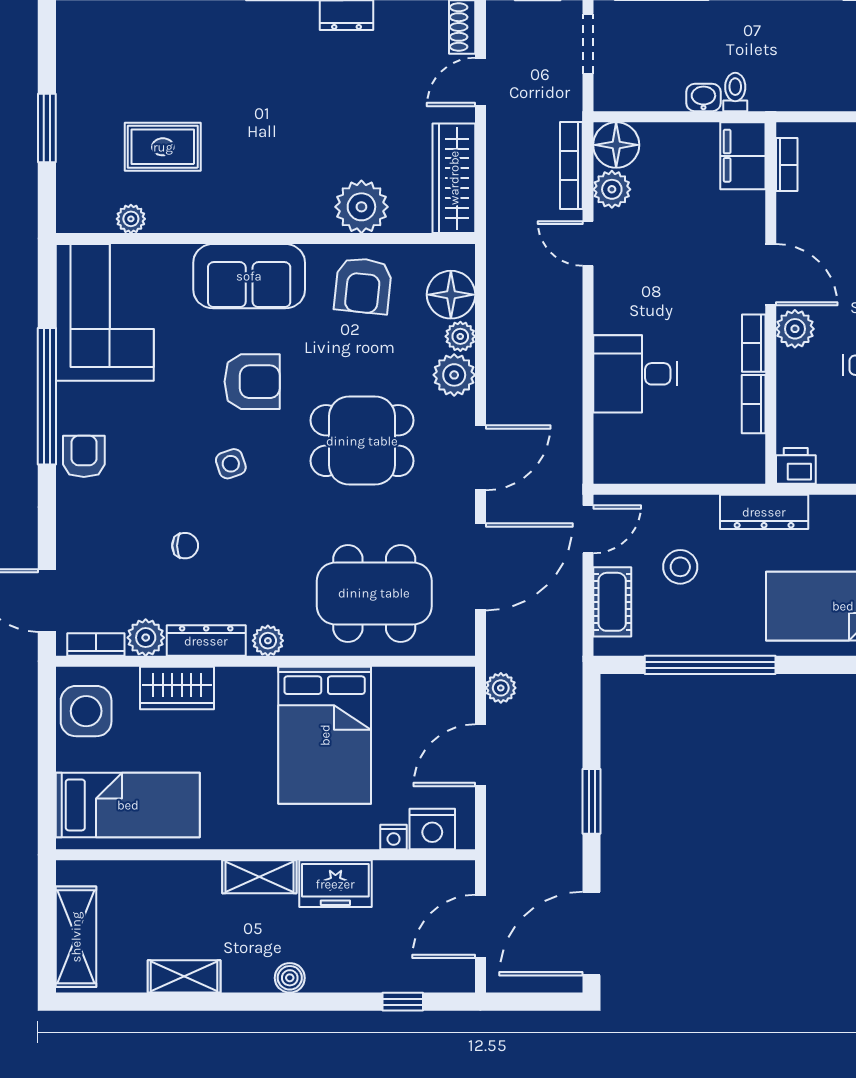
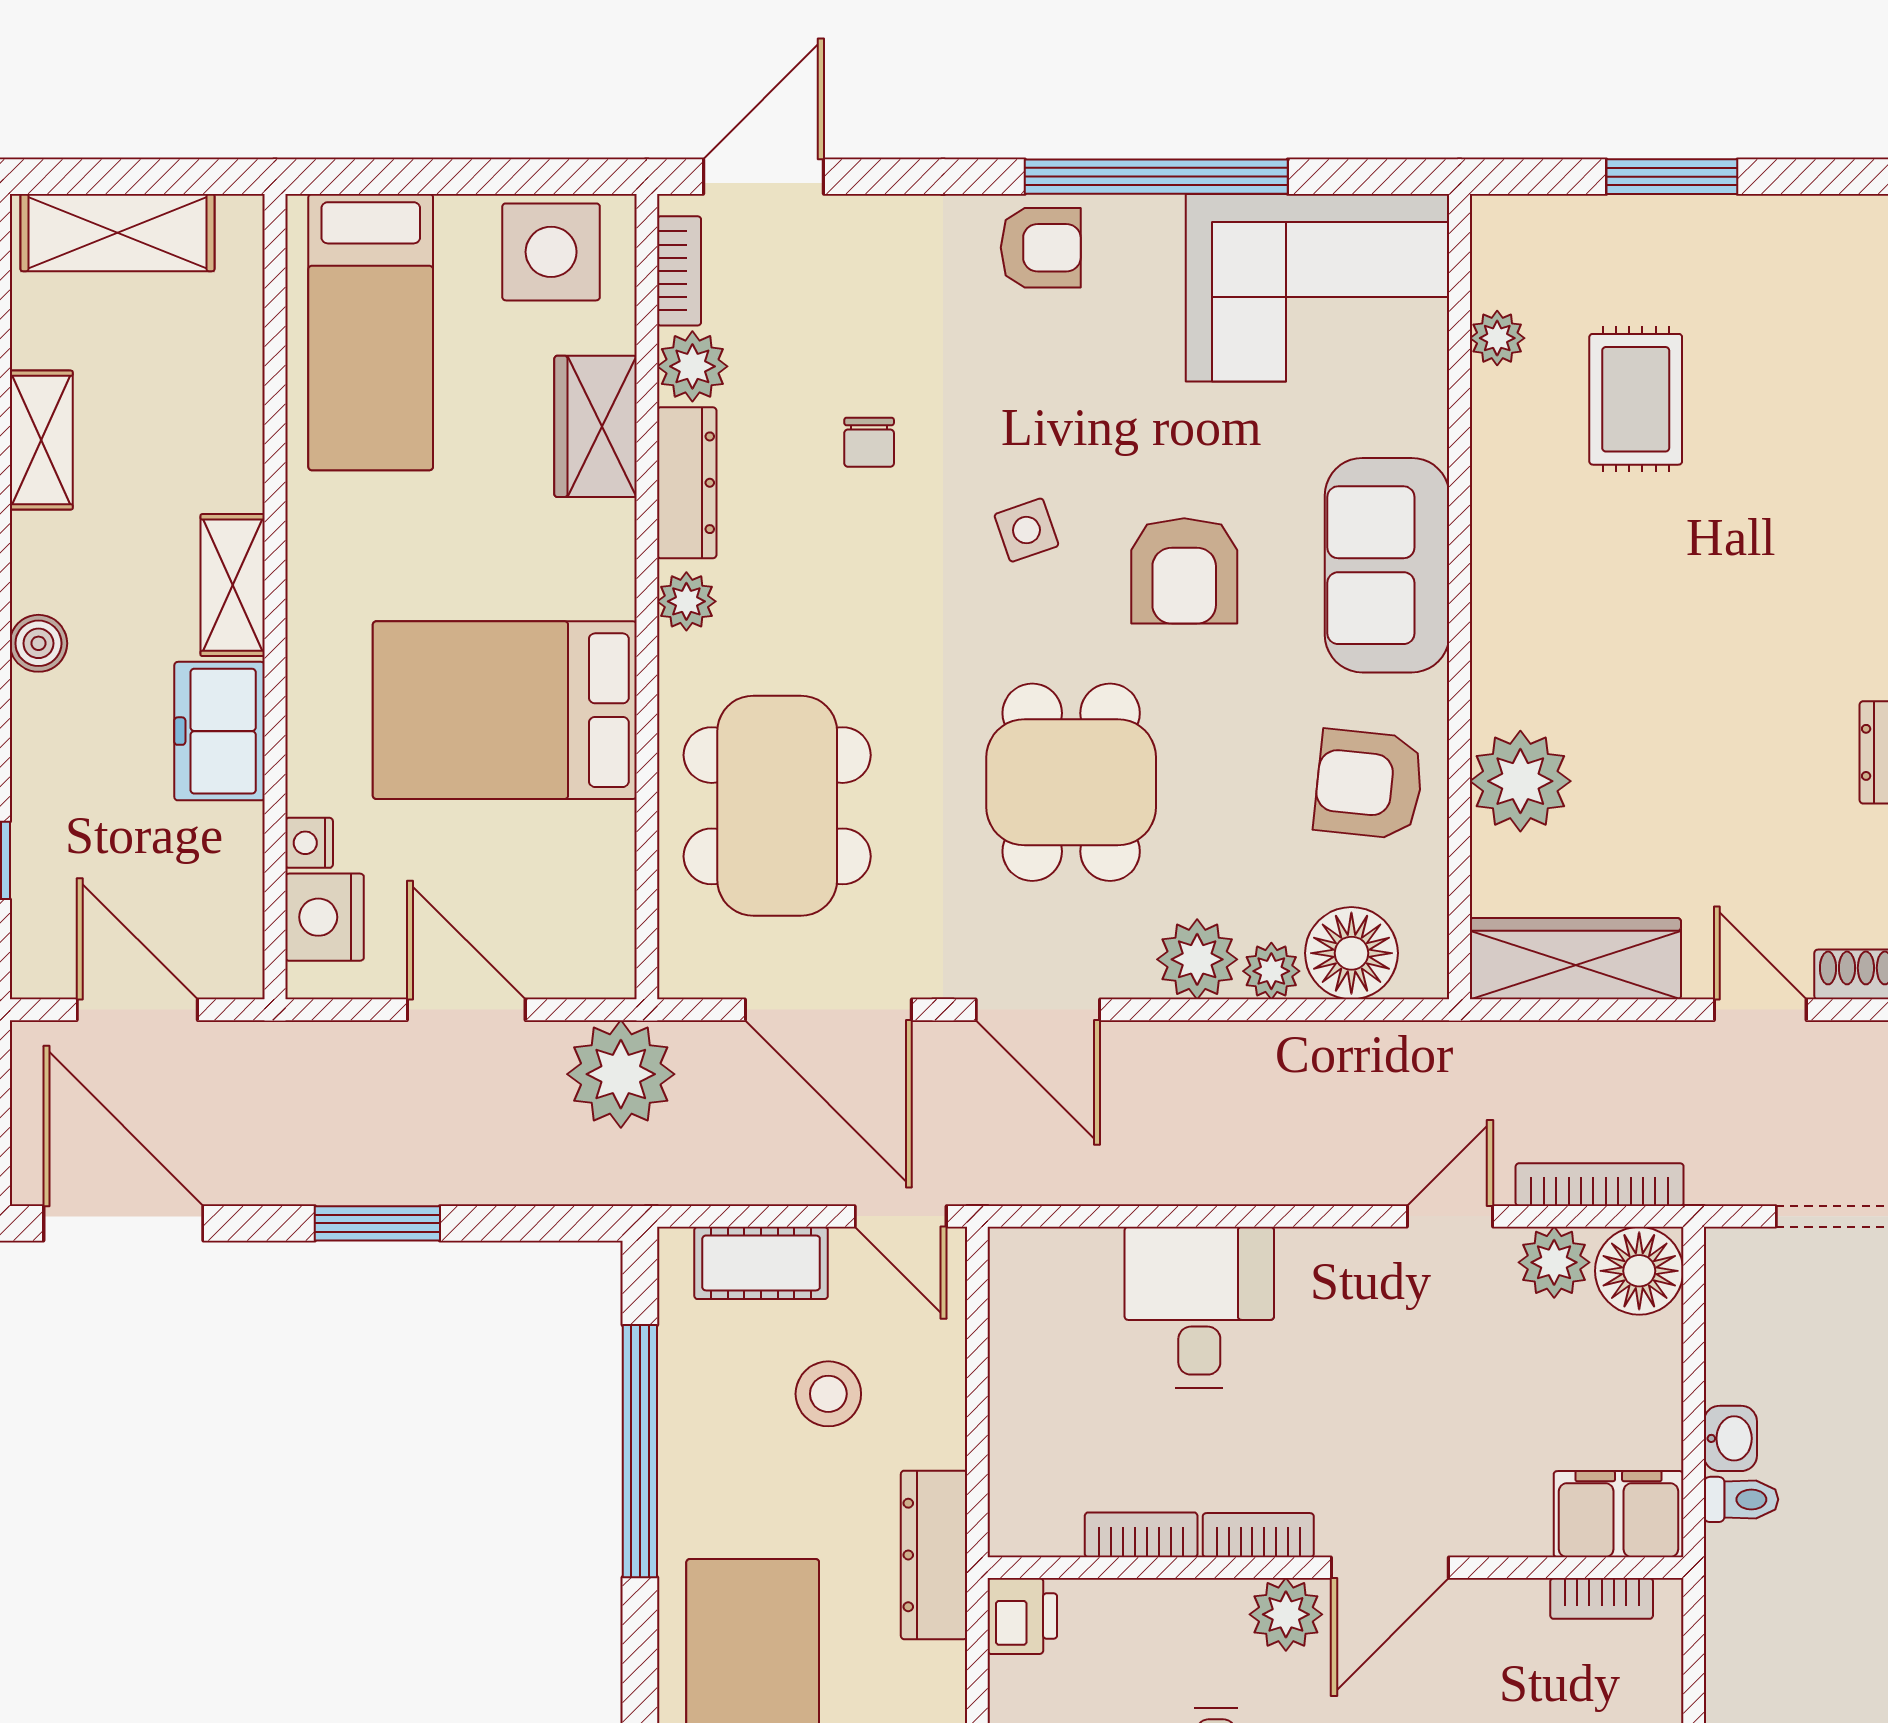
plant: (501, 688) -> (621, 1074), width x1.88, depth x1.88

